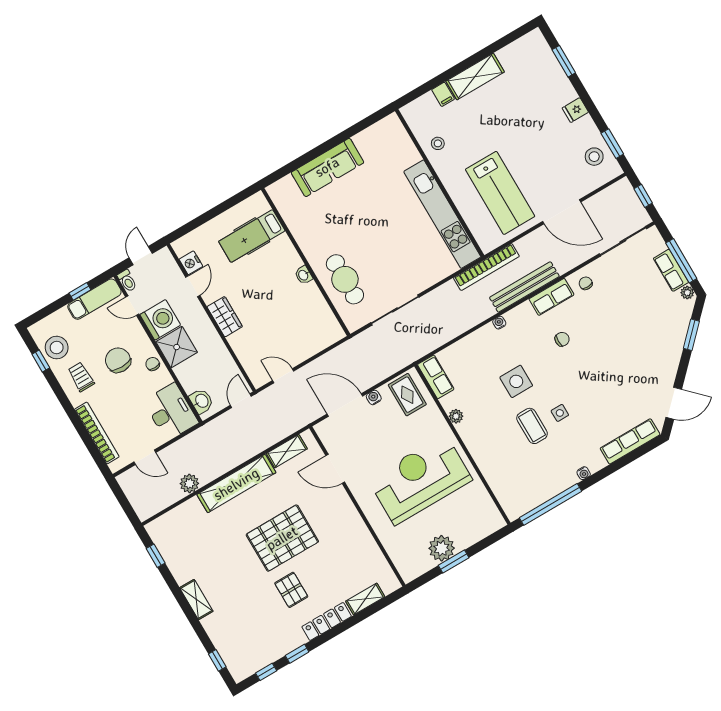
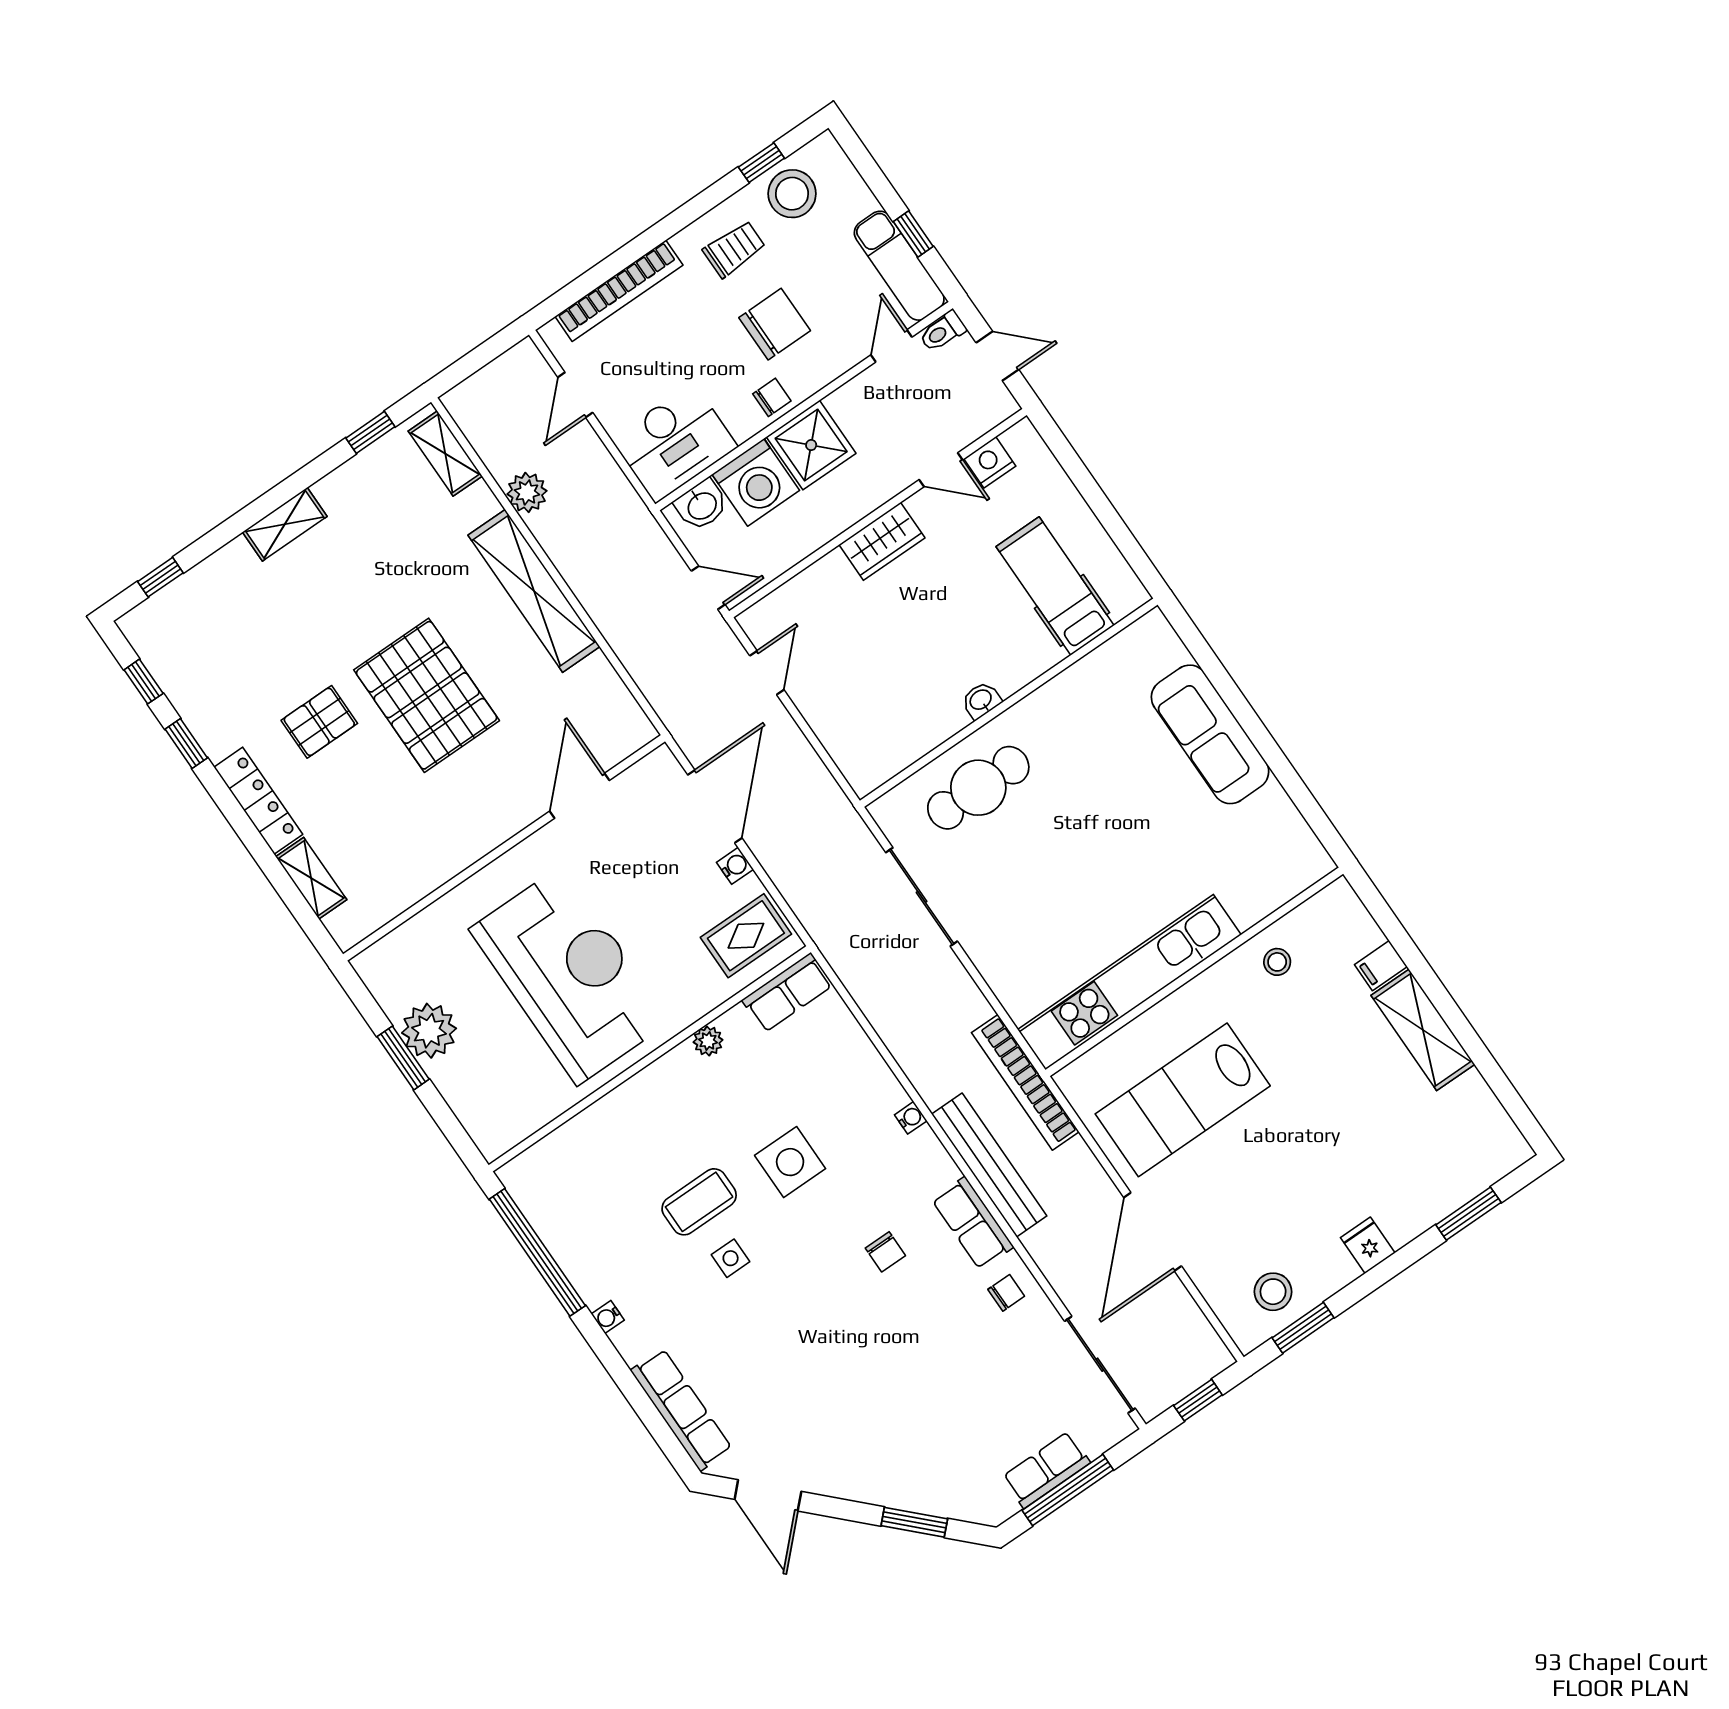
plant: (687, 293) -> (1002, 1507), removed
washing machine: (160, 320) -> (756, 482), moved
shelving: (287, 451) -> (445, 454), moved

